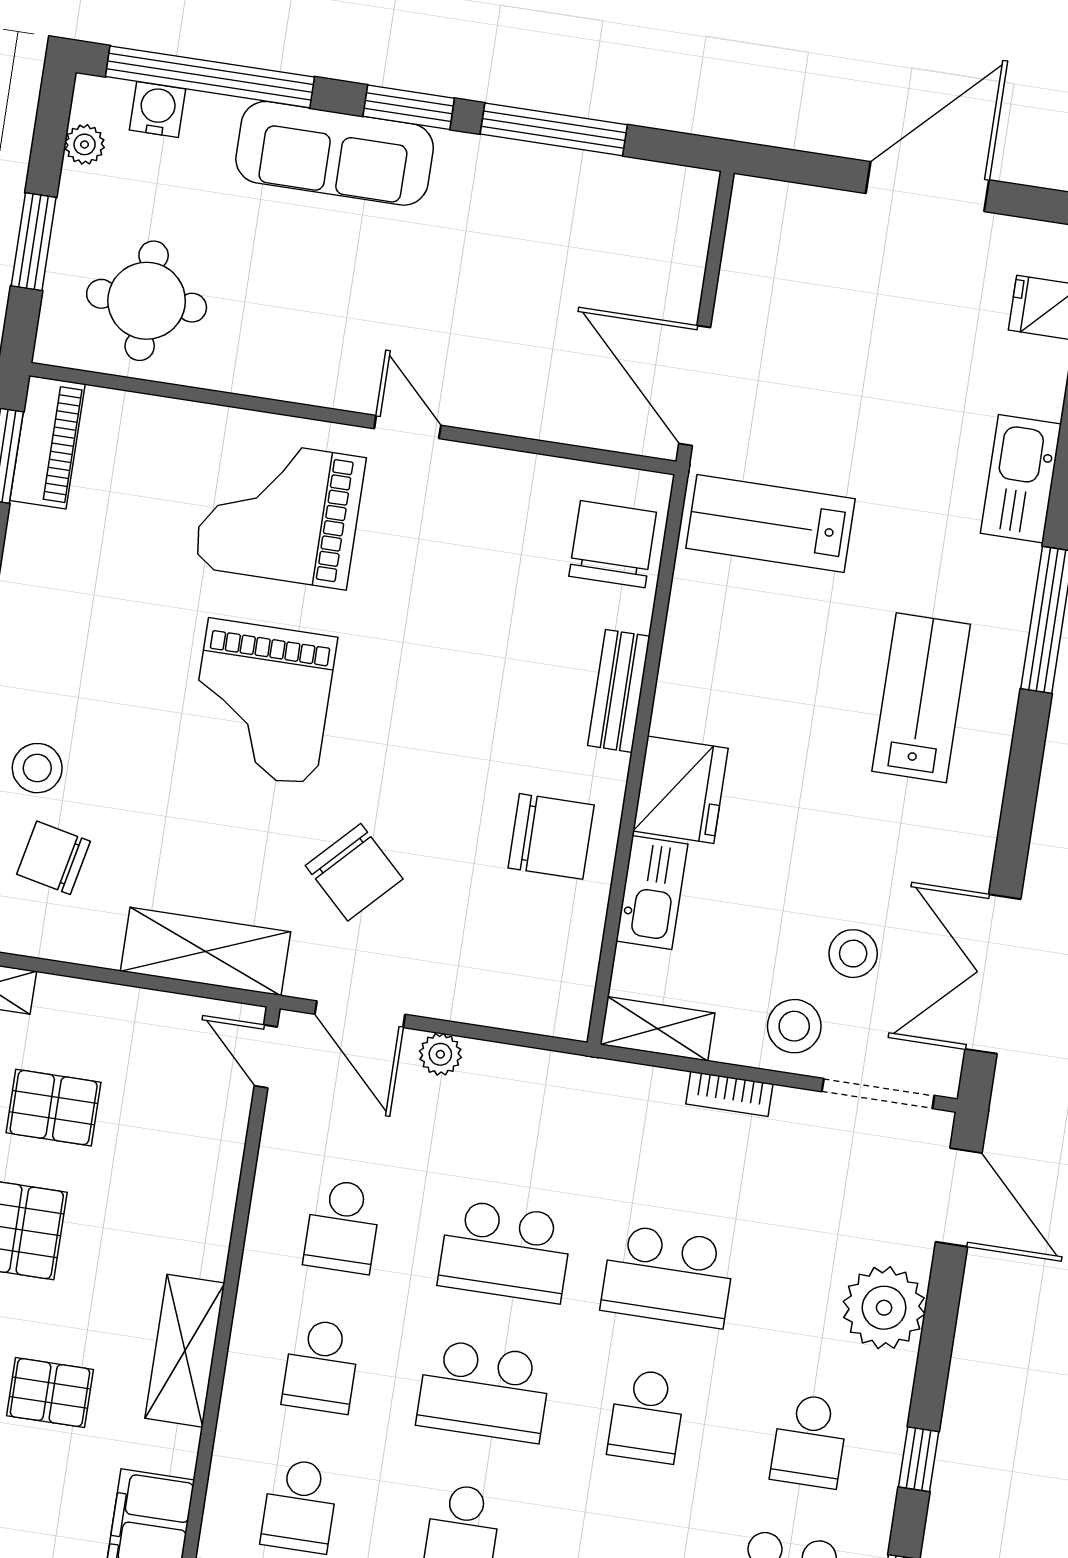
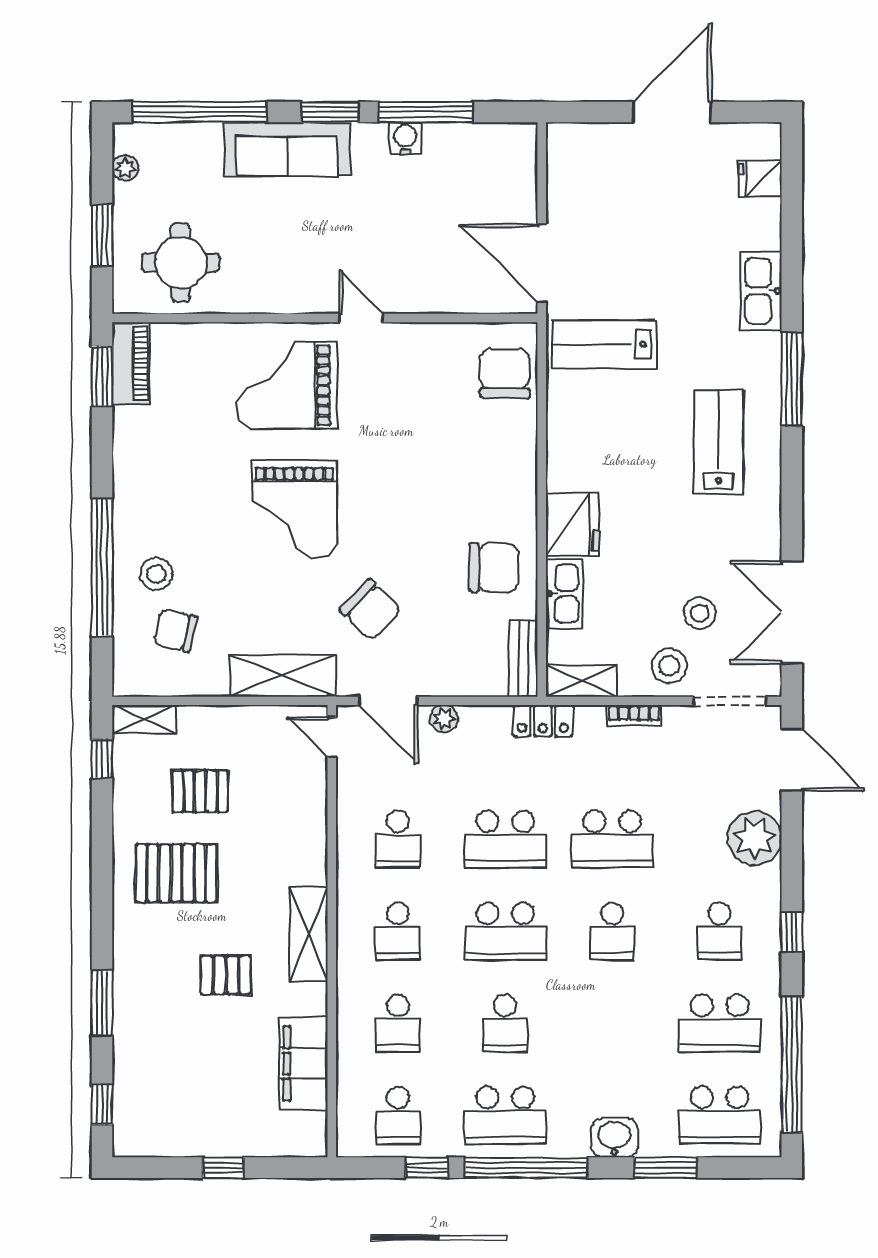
water cooler: (157, 110) -> (405, 138), moved
bench: (619, 691) -> (523, 658), moved
locker: (590, 1080) -> (543, 721), added

